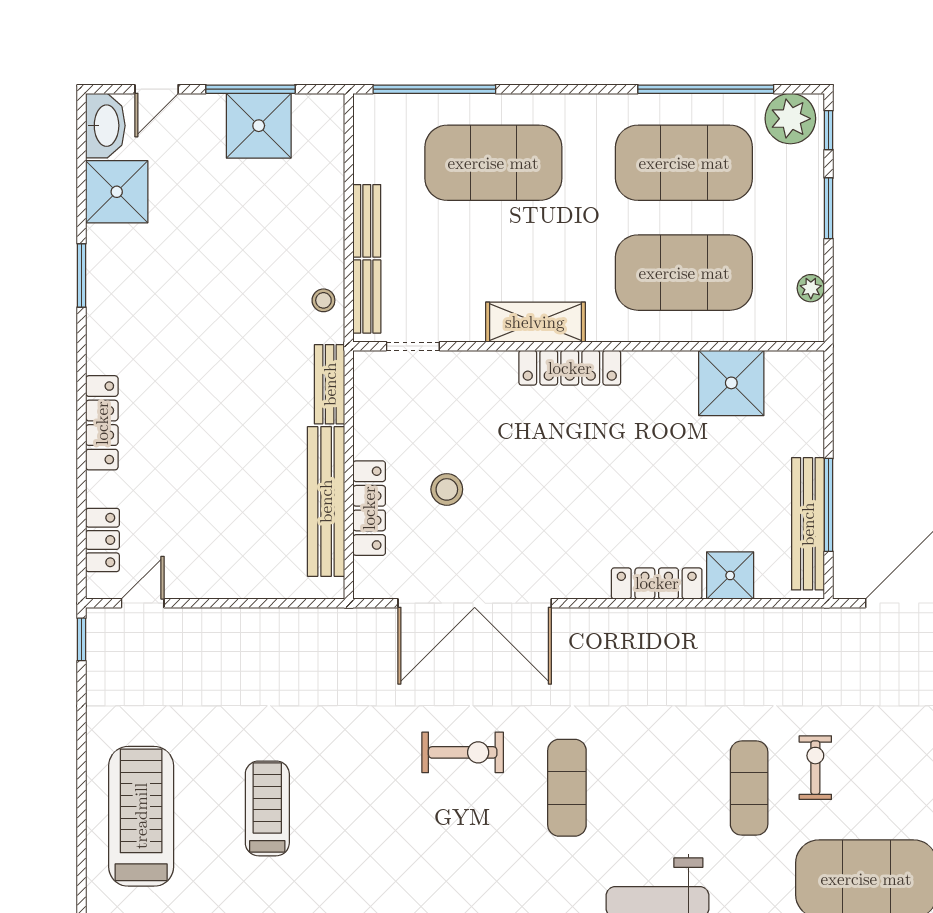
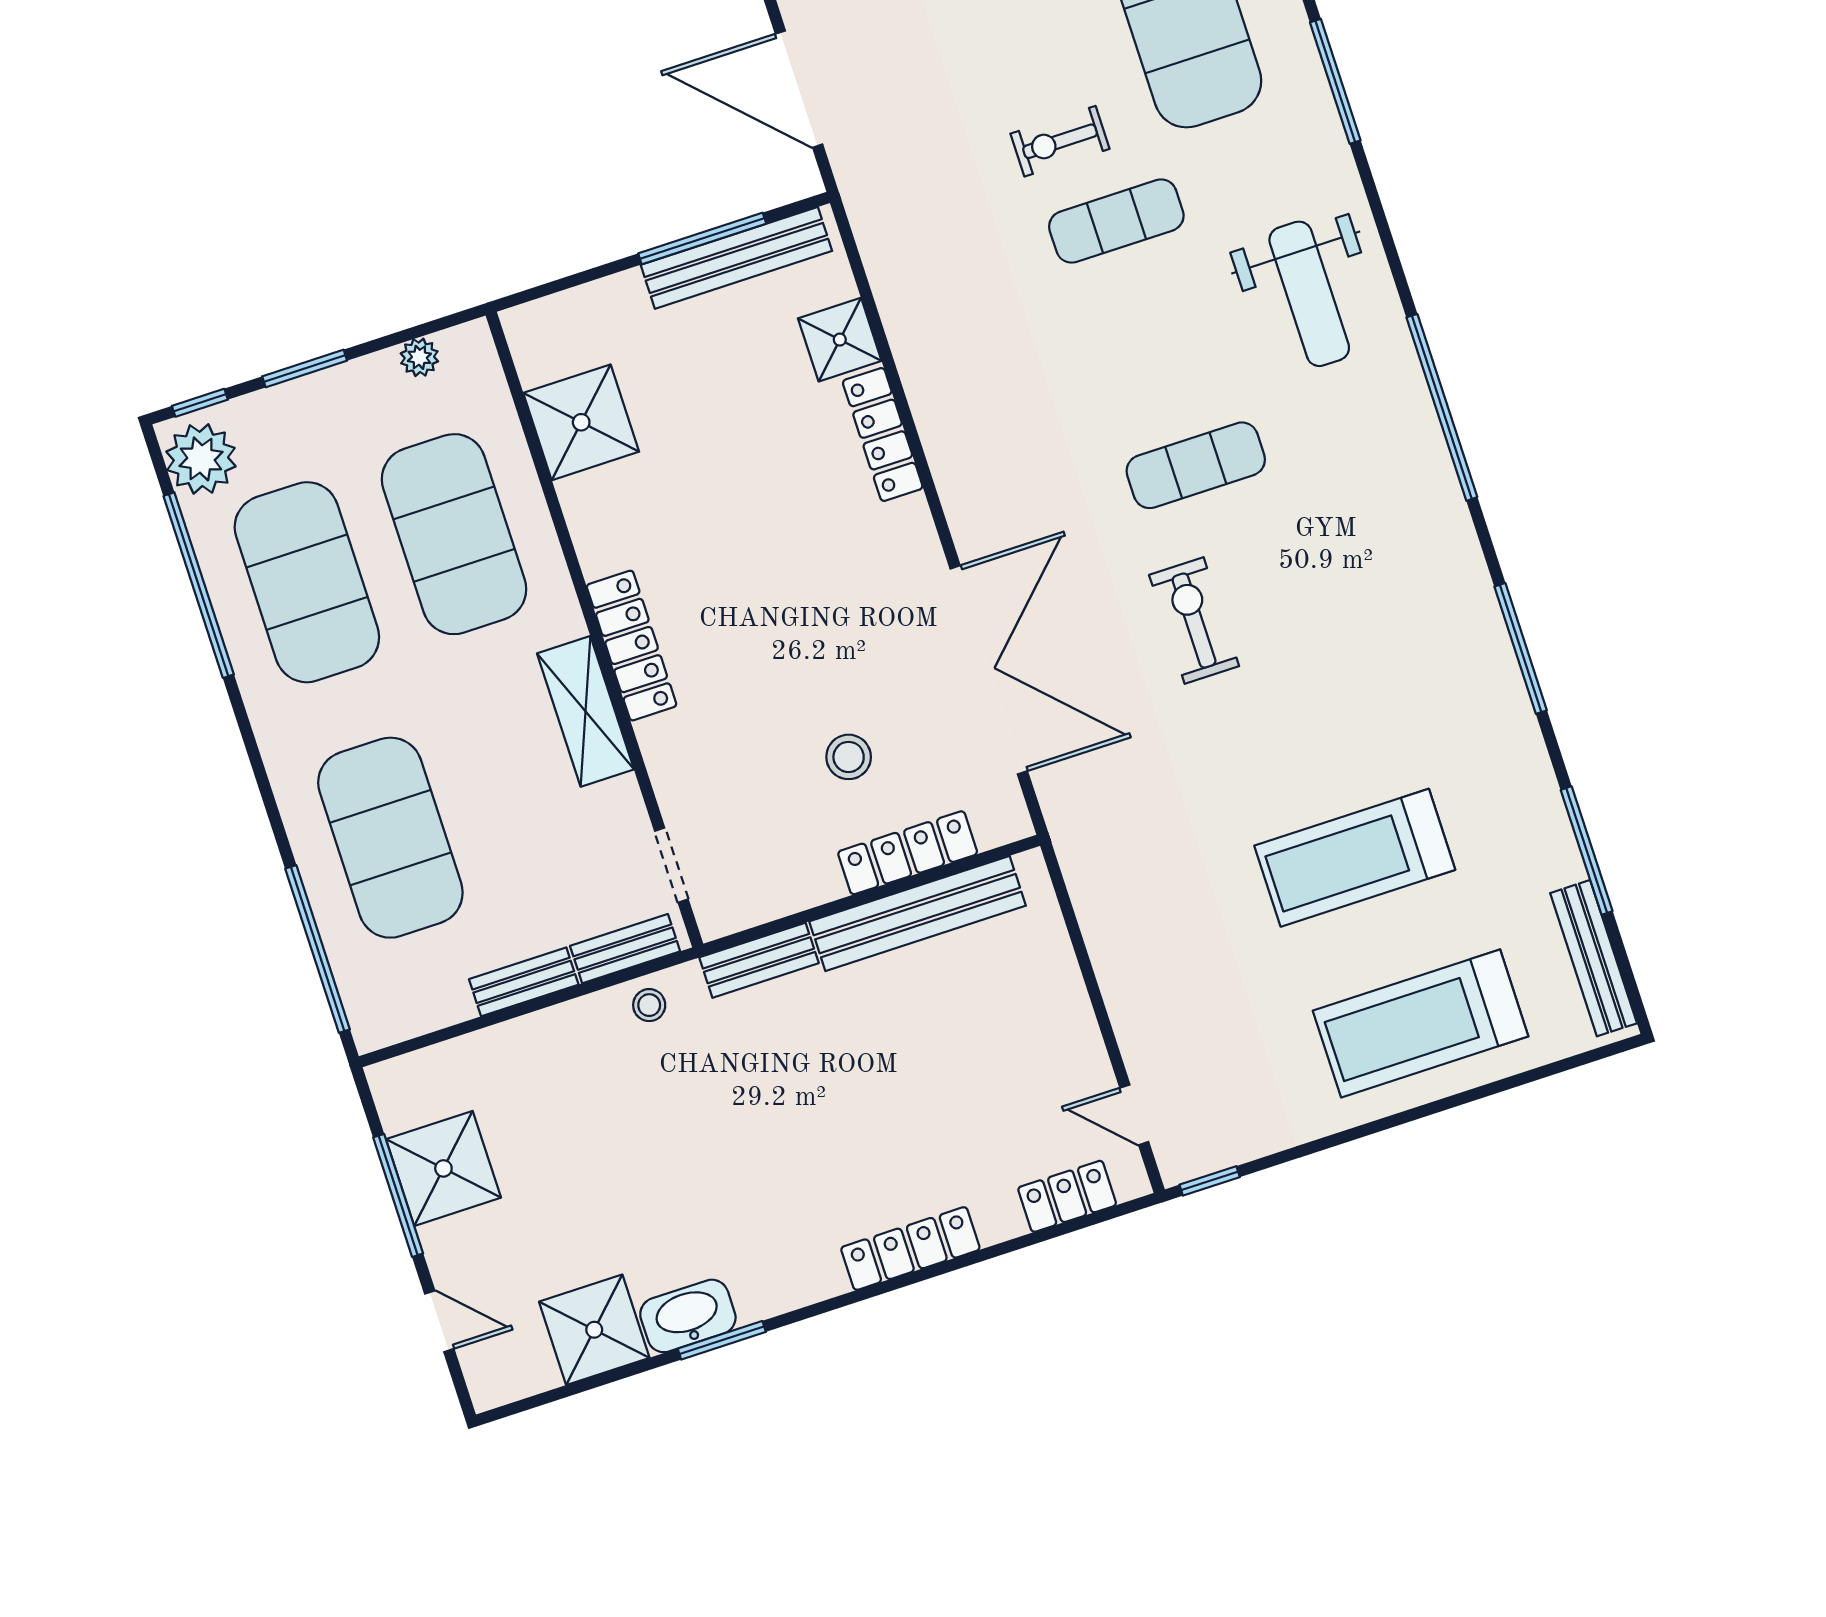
washbasin: (105, 126) -> (688, 1316), moved
treadmill: (267, 808) -> (1355, 858), width x1.37, depth x1.38

